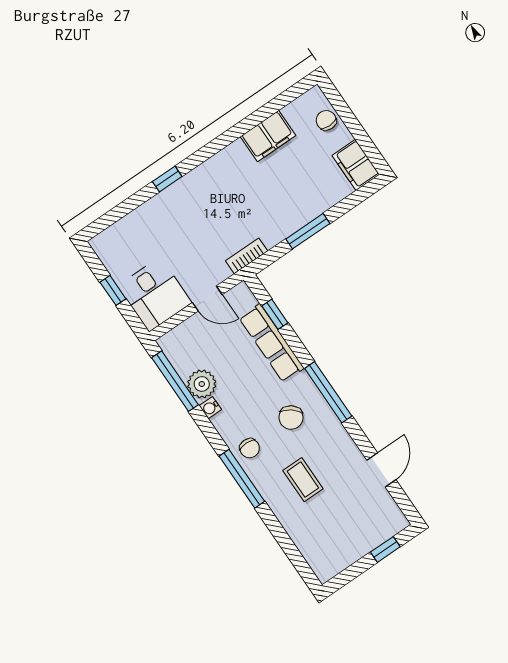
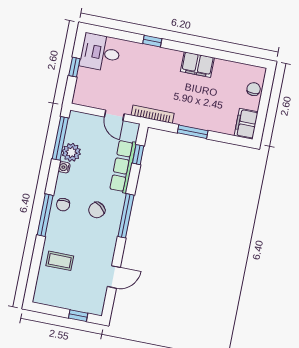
filing cabinet: (268, 136) -> (197, 65), moved
bookcase: (247, 256) -> (153, 114), width x1.56
desk: (155, 294) -> (100, 53), moved, turned 90
coffee table: (303, 480) -> (60, 261), moved, turned 90

